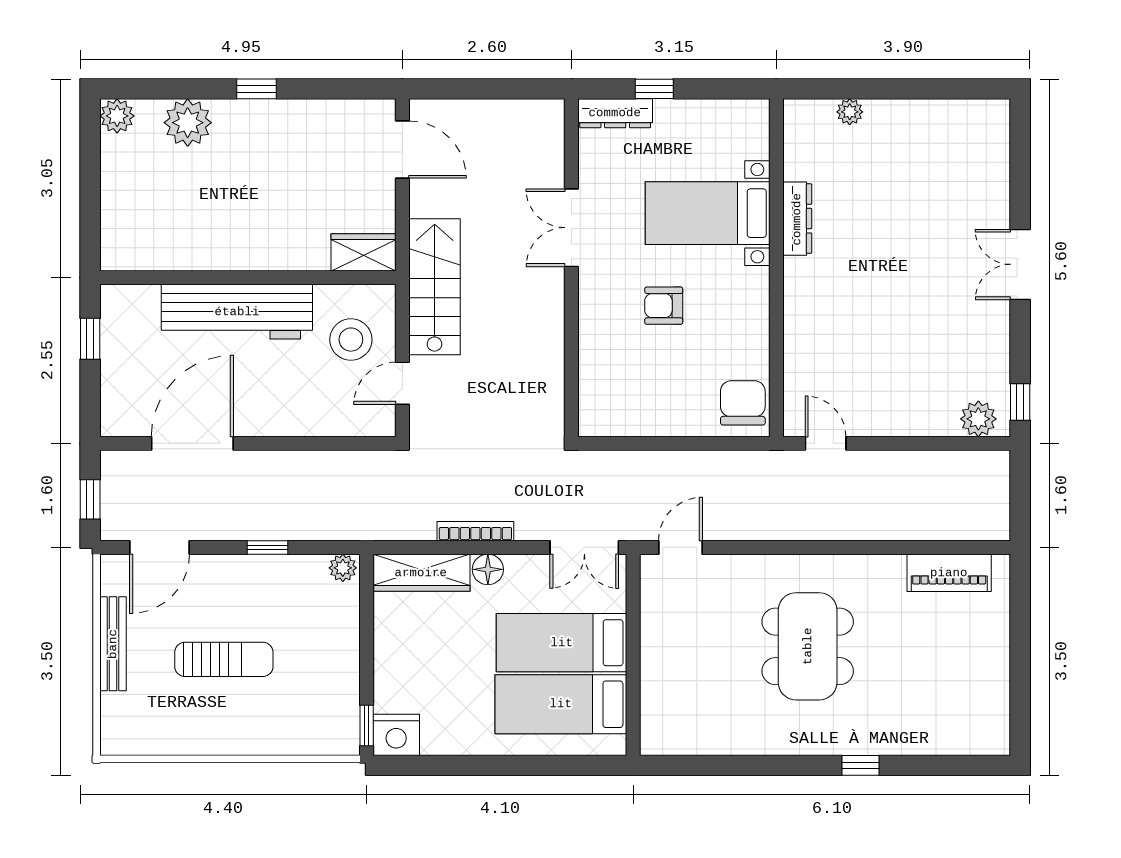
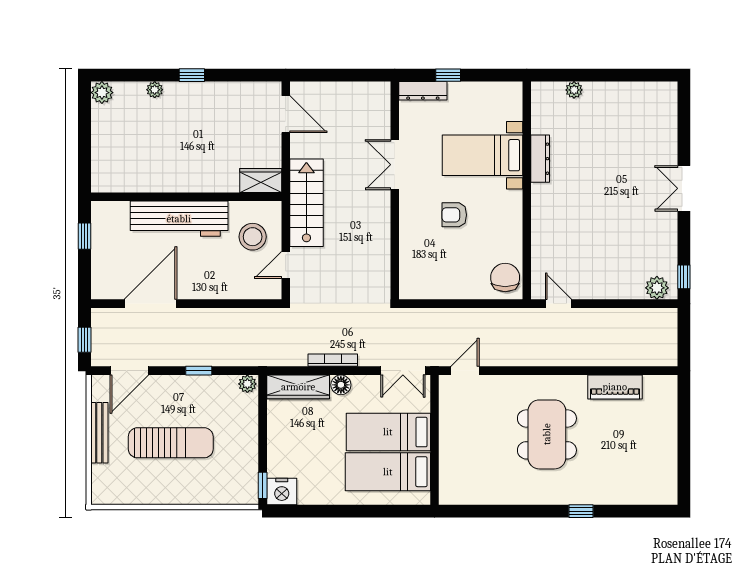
plant: (188, 123) -> (155, 90), width x0.53, depth x0.53
piano: (949, 573) -> (615, 387), moved
sun lounger: (224, 659) -> (171, 443), width x1.36, depth x1.34

